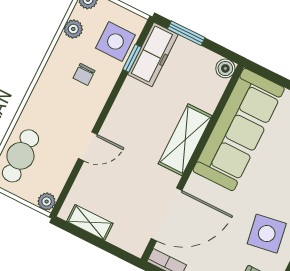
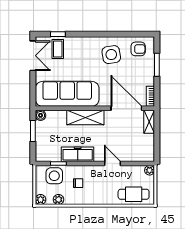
window: (186, 33) -> (33, 131), moved
freezer: (153, 55) -> (78, 154), moved
shelving: (90, 222) -> (149, 122), moved

